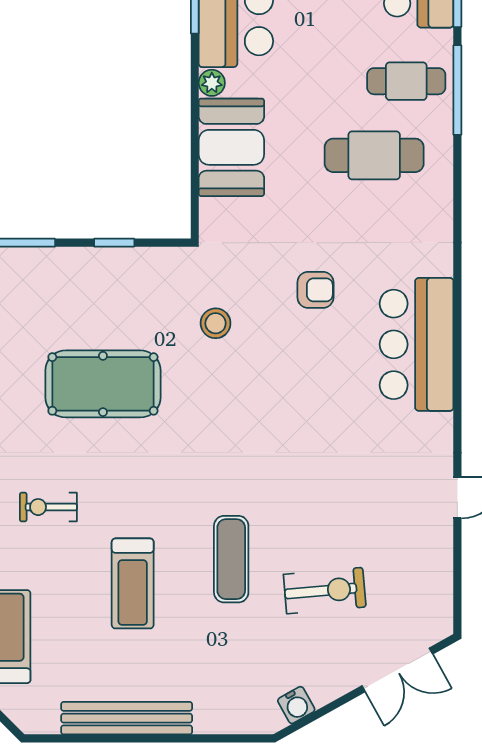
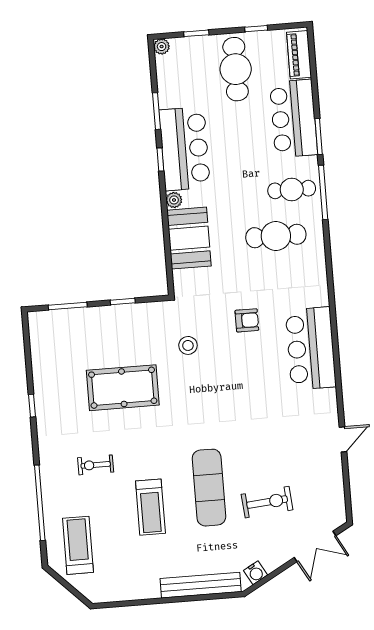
exercise mat: (231, 559) -> (209, 488), width x1.36, depth x1.45
bench: (127, 718) -> (201, 585), moved

